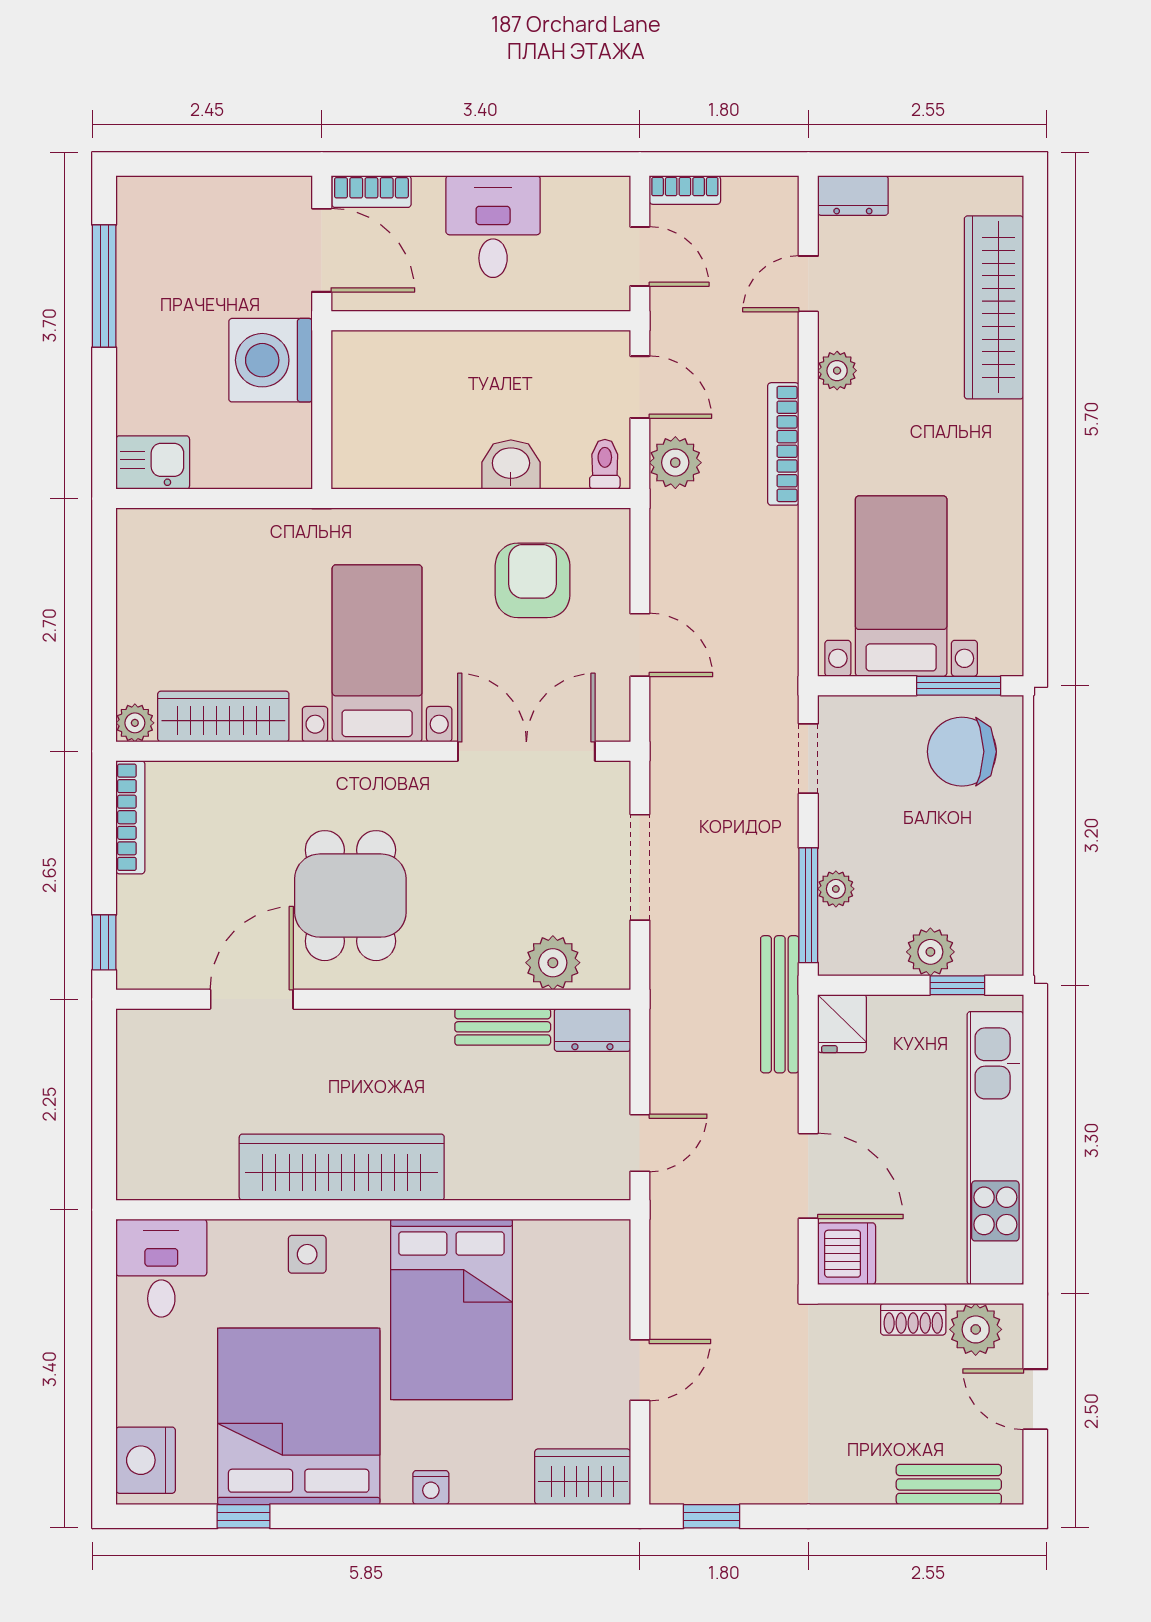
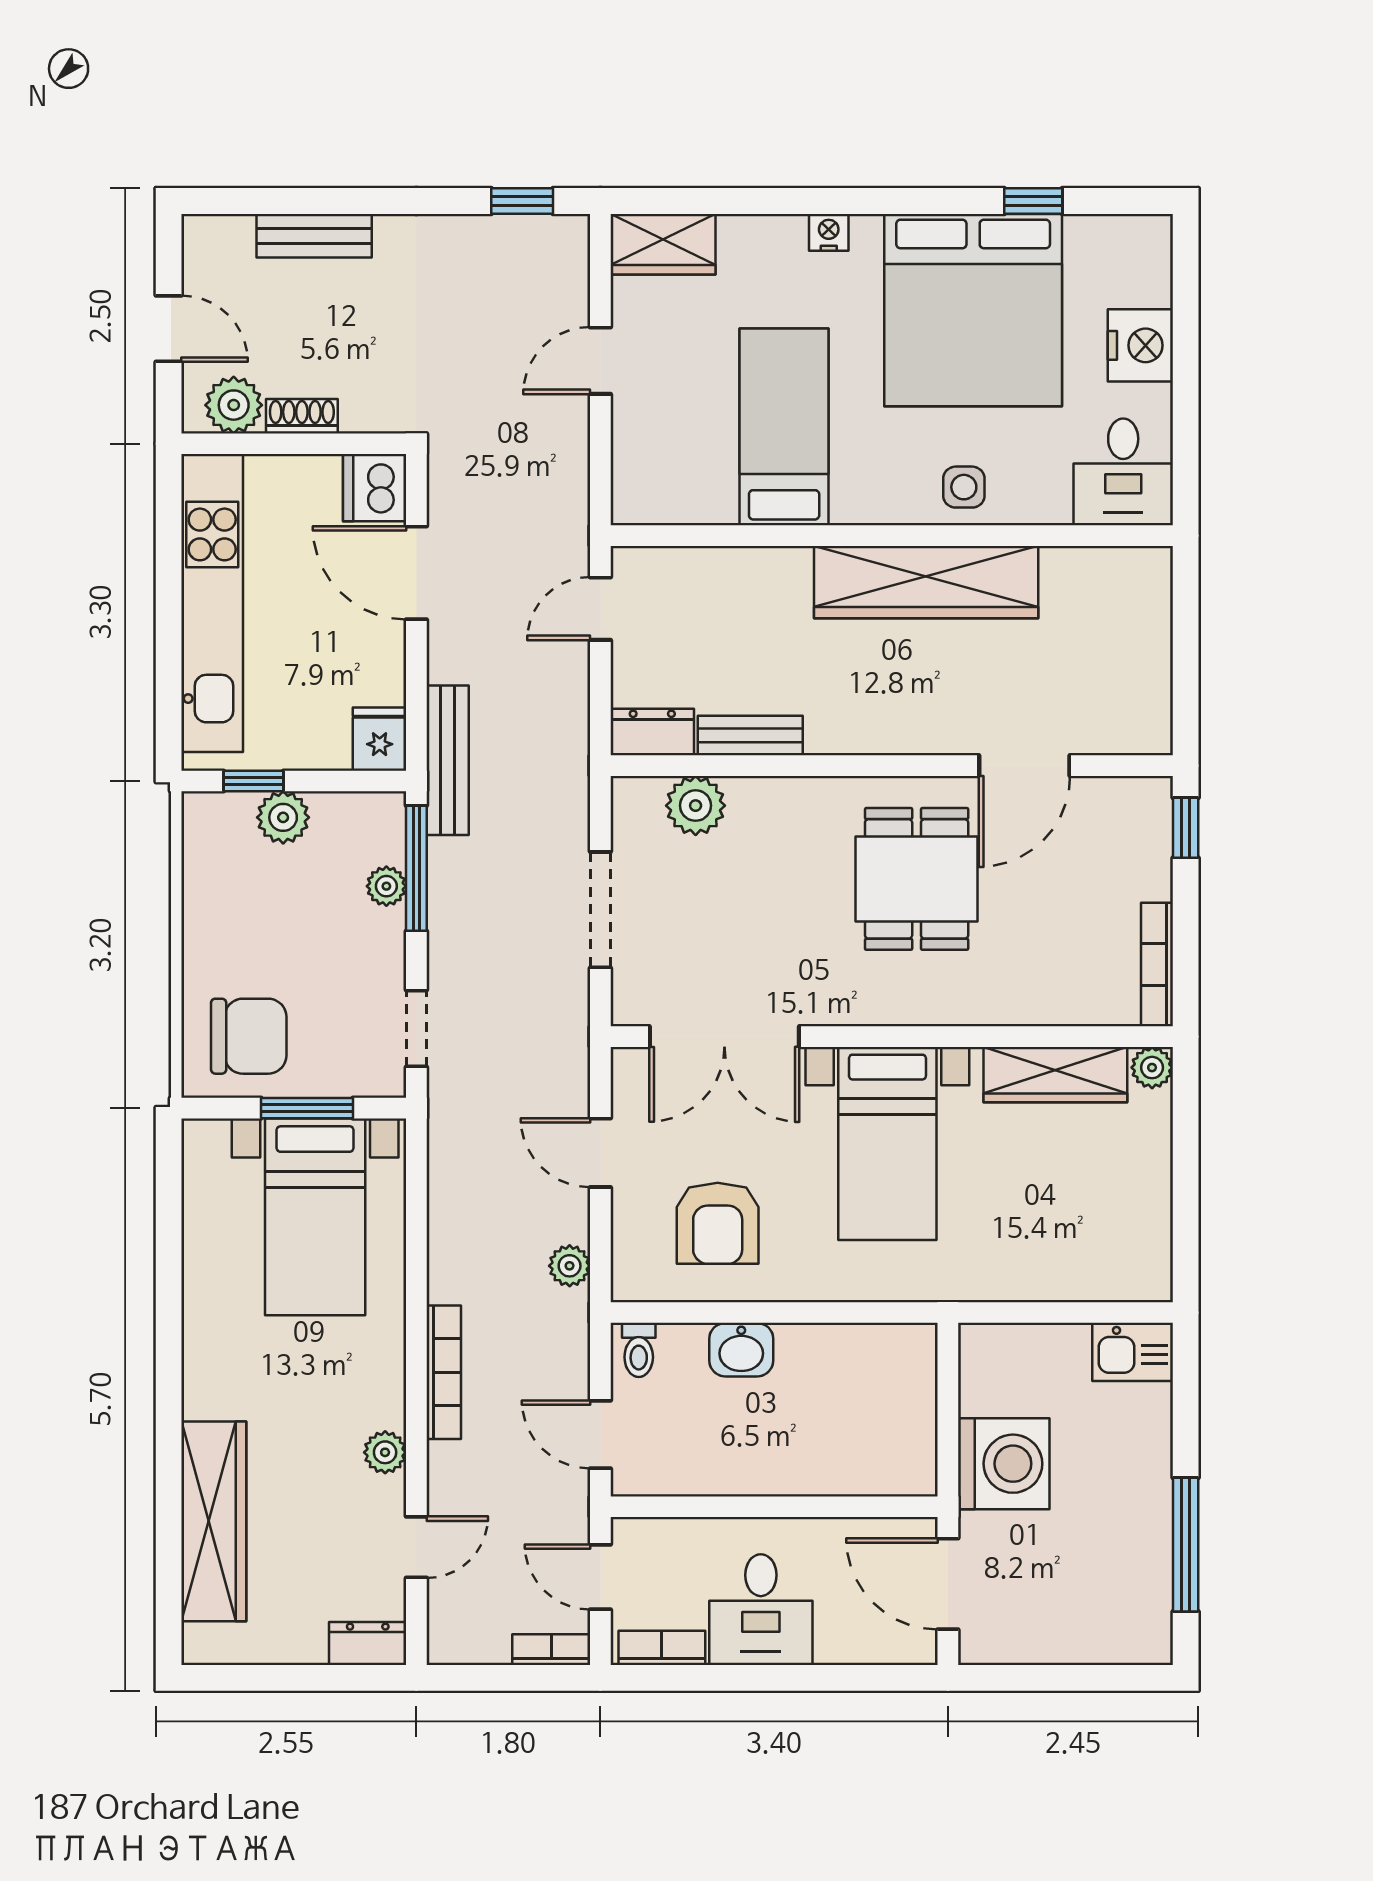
bookcase: (371, 192) -> (662, 1648), moved
plant: (675, 463) -> (570, 1266), moved, width x0.73, depth x0.73
window: (959, 686) -> (307, 1108), moved
bed: (451, 1309) -> (784, 427), width x0.67
nightstand: (146, 1460) -> (1140, 345), moved
bench: (949, 1484) -> (314, 236), moved

